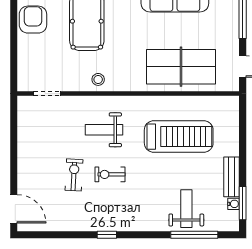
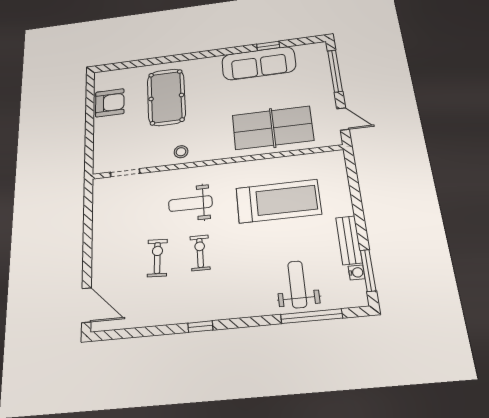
armchair: (33, 20) -> (110, 103), turned 90
exercise bike: (110, 174) -> (200, 253), turned 90

